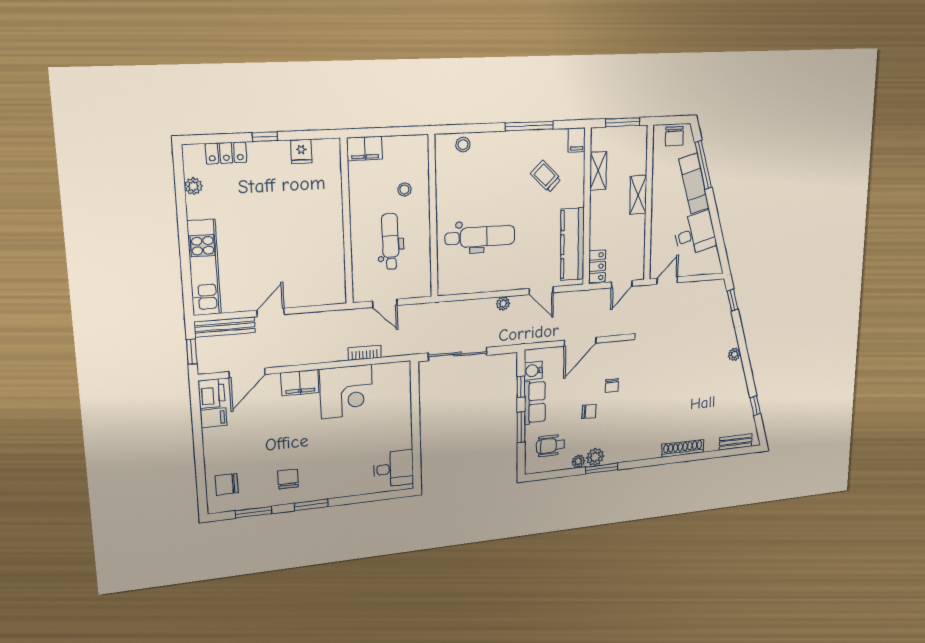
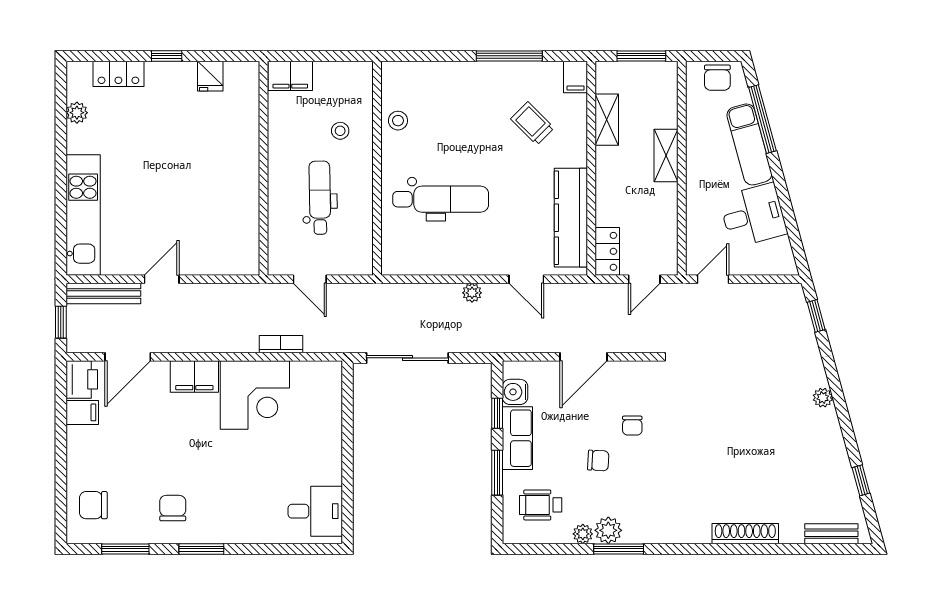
stool: (463, 145) -> (398, 121), moved

